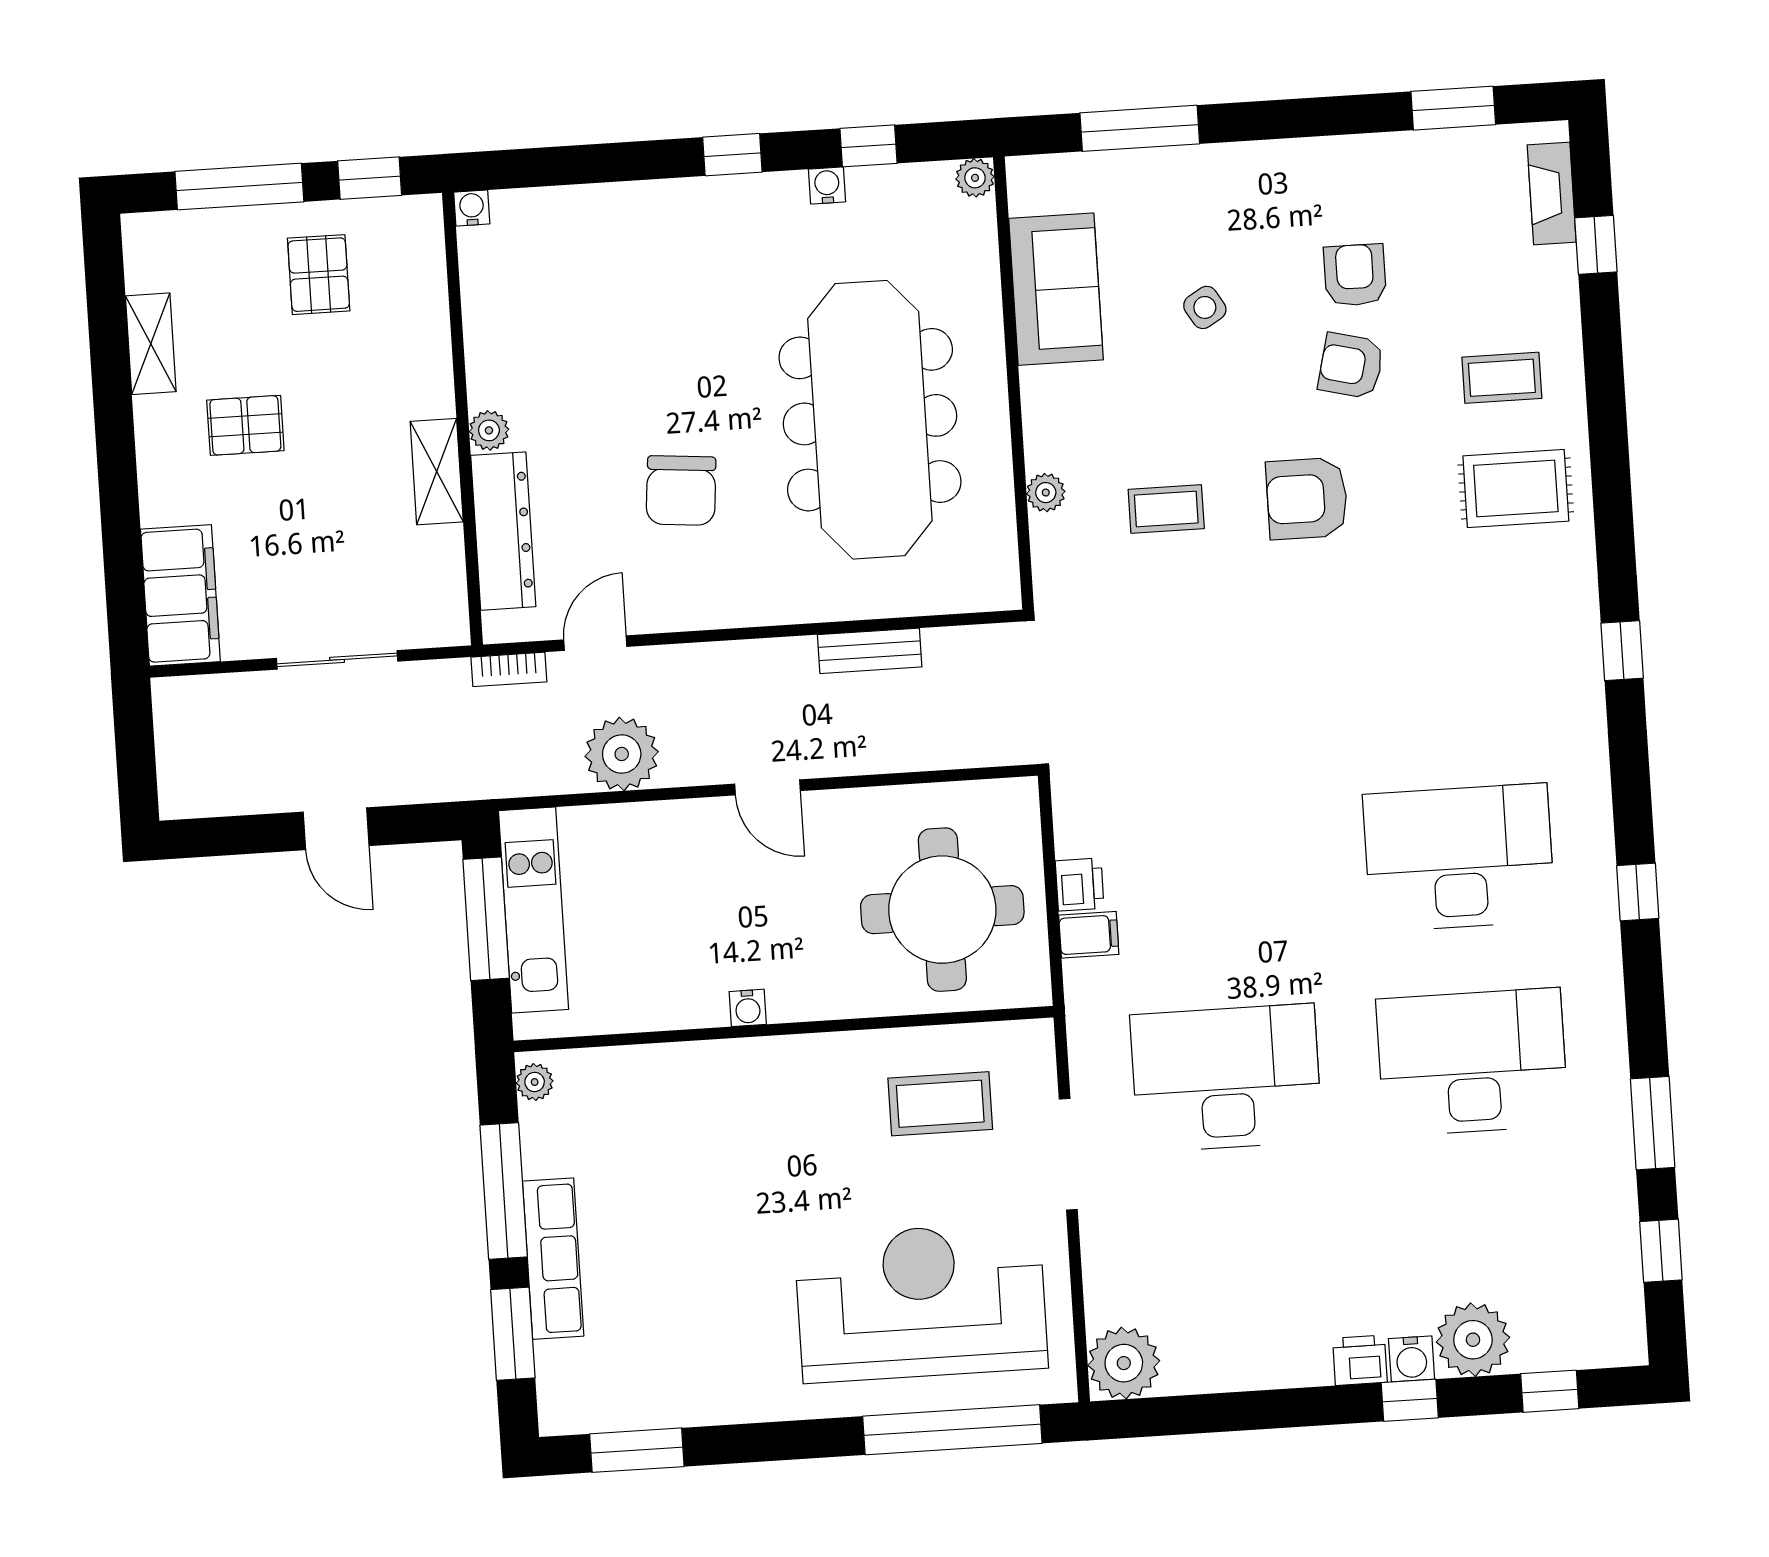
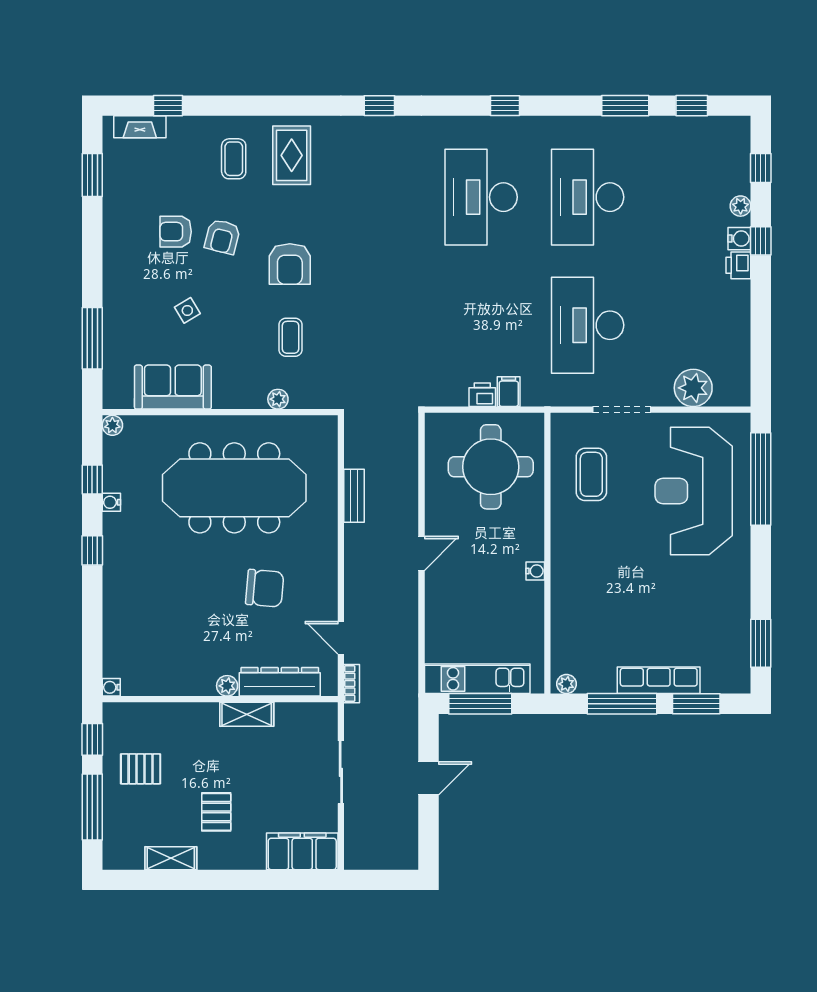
plant: (622, 754) -> (399, 628), removed
plant: (1473, 1340) -> (741, 206), width x0.53, depth x0.53
plant: (1124, 1363) -> (693, 388), moved

